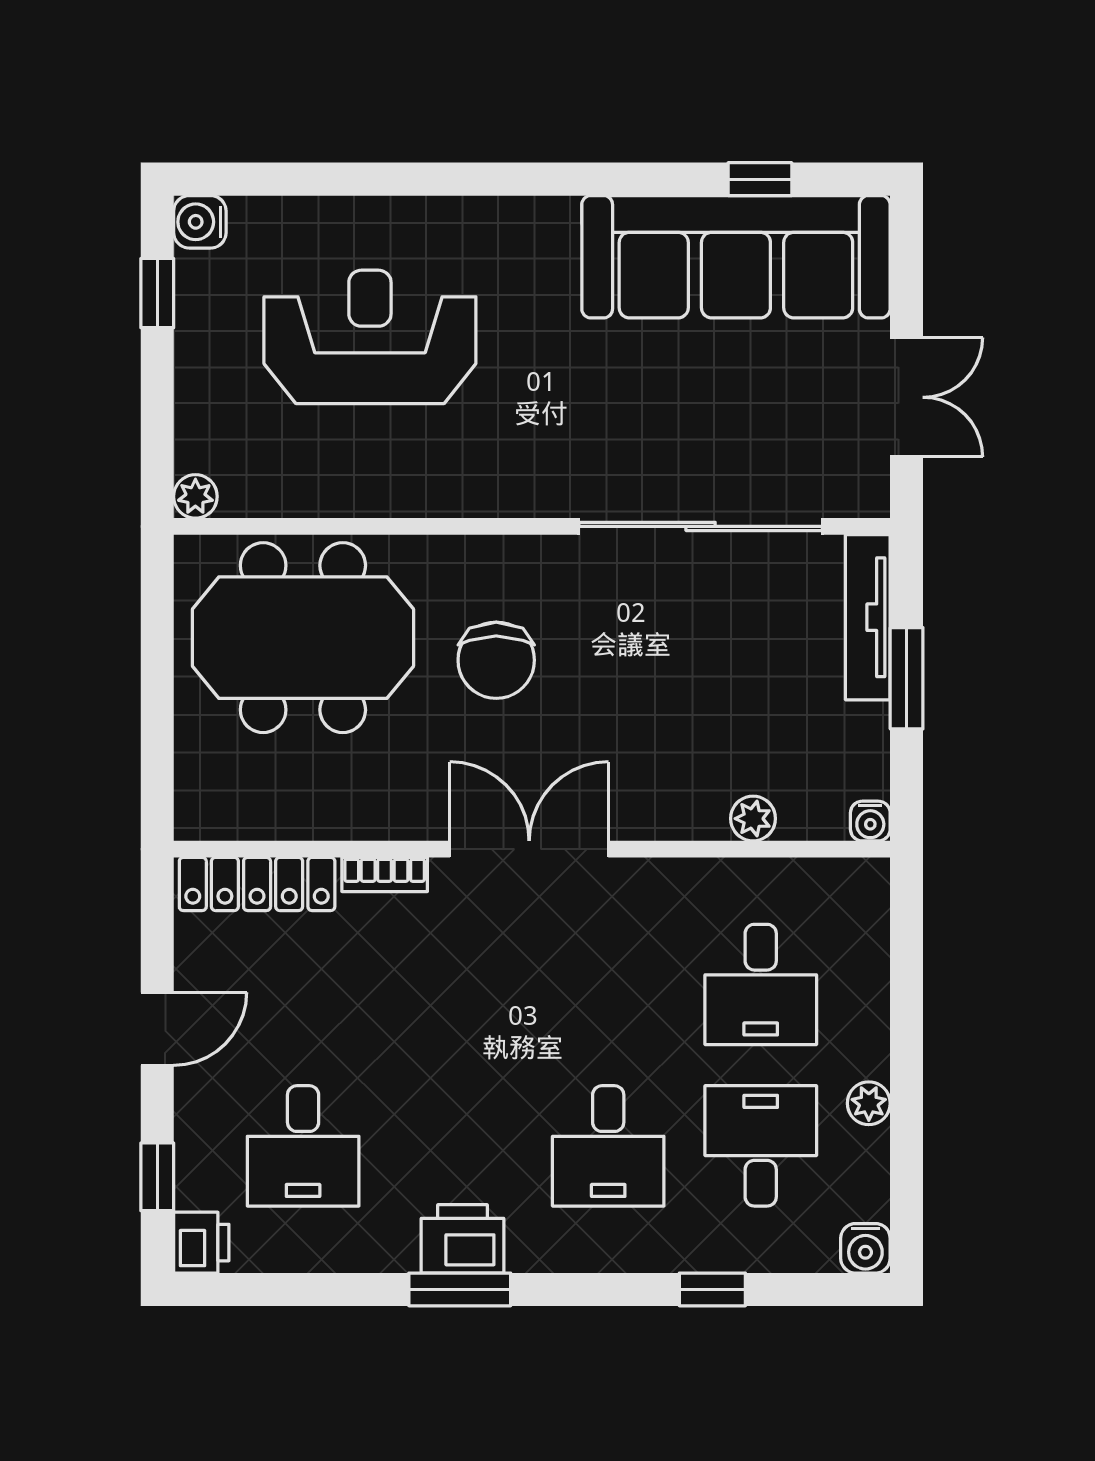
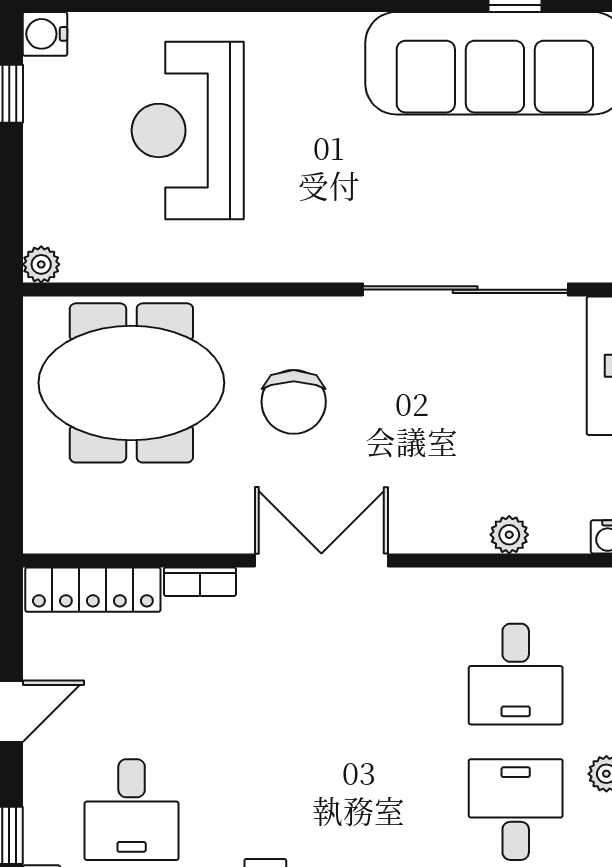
reception desk: (370, 337) -> (188, 130), turned -90
desk: (608, 1146) -> (388, 810), removed

